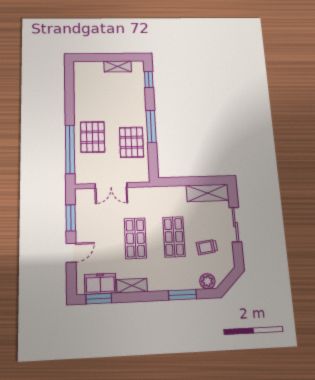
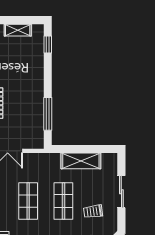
window: (151, 126) -> (48, 114), moved
pallet: (132, 142) -> (28, 109), removed
shelving: (208, 193) -> (81, 161), moved

